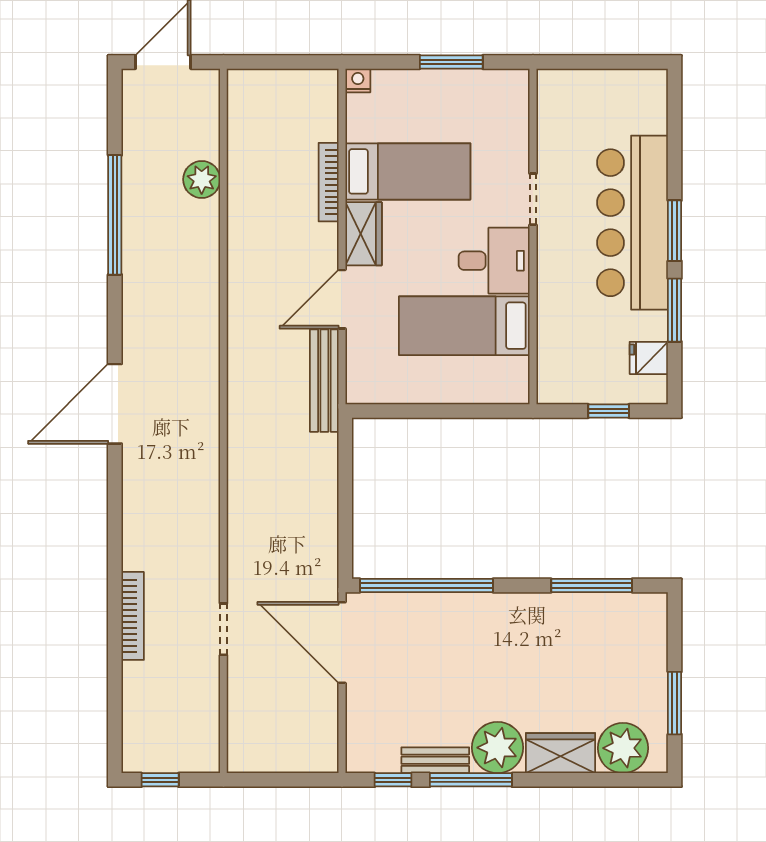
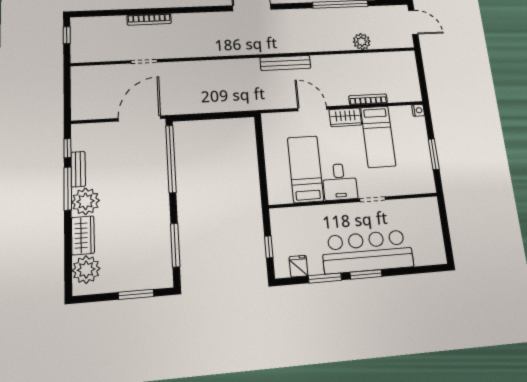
bench: (324, 381) -> (285, 63), moved
window: (675, 703) -> (136, 294), moved

